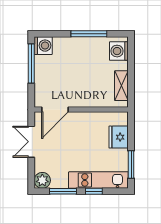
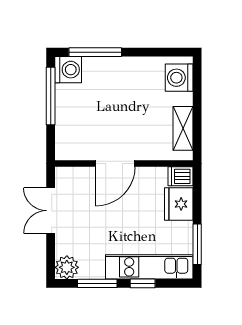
window: (89, 34) -> (95, 52), moved
door: (55, 110) -> (115, 164), moved
dishwasher: (120, 118) -> (181, 176), added

